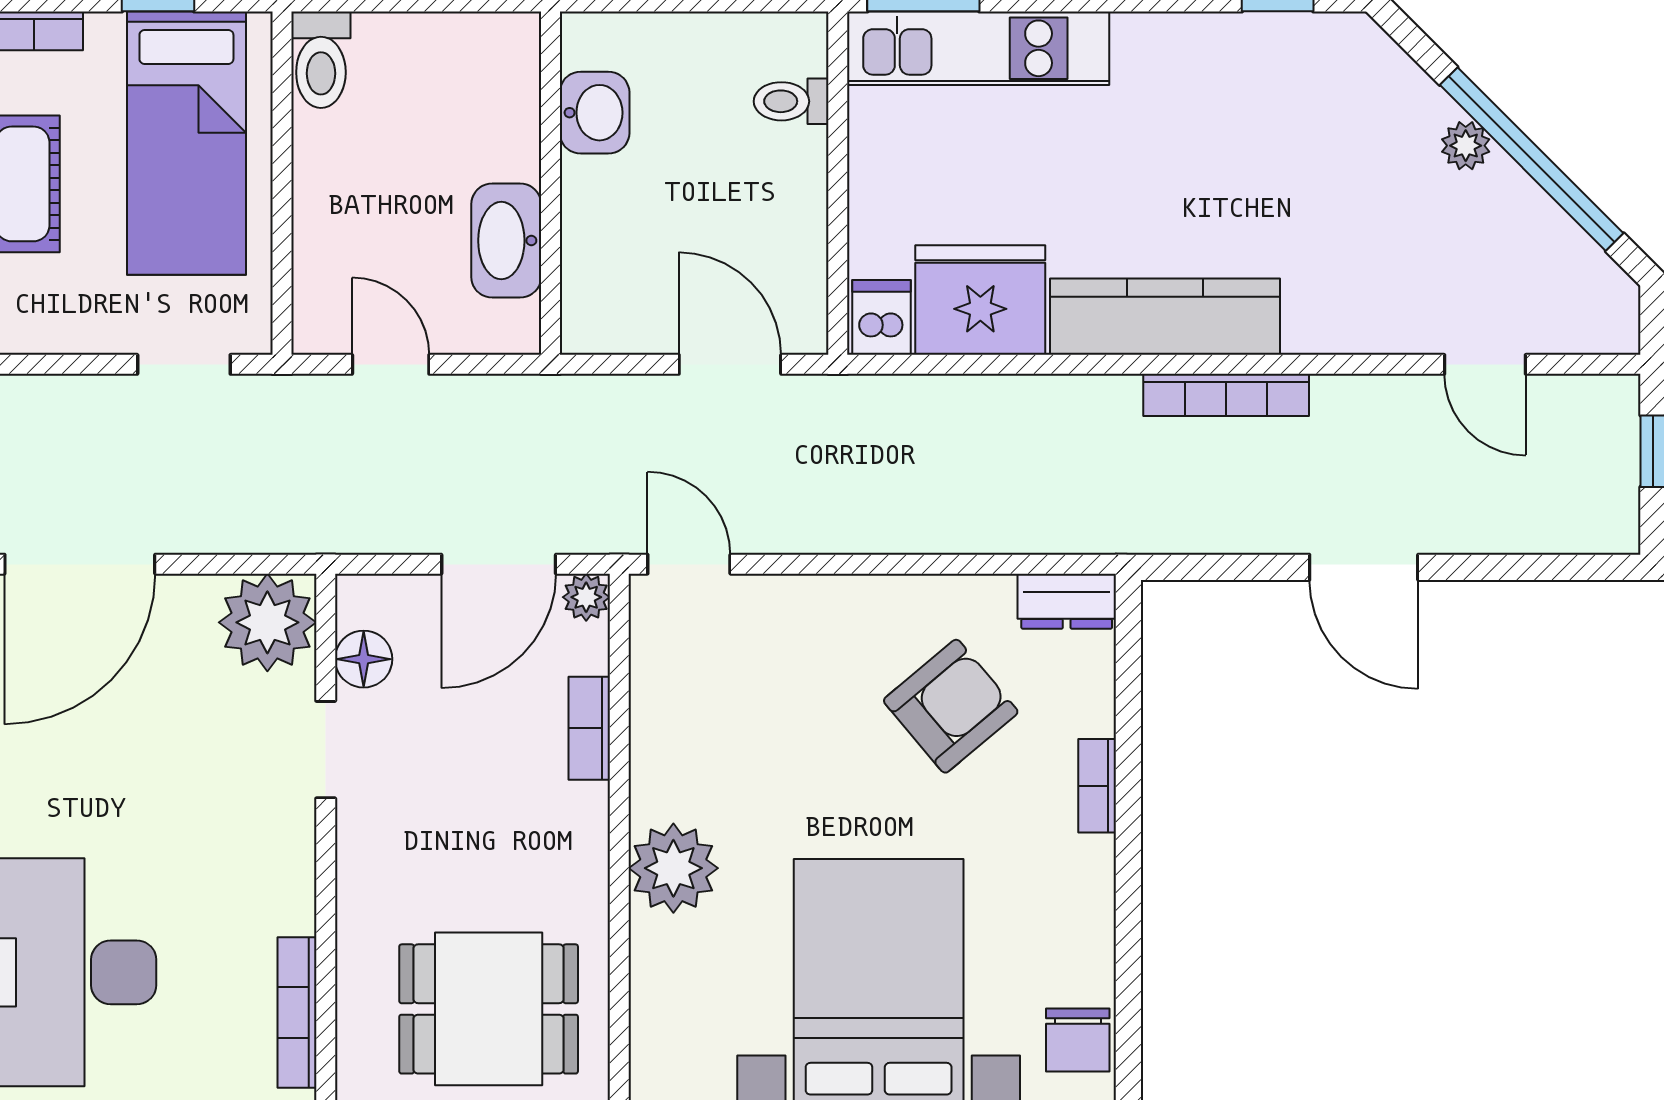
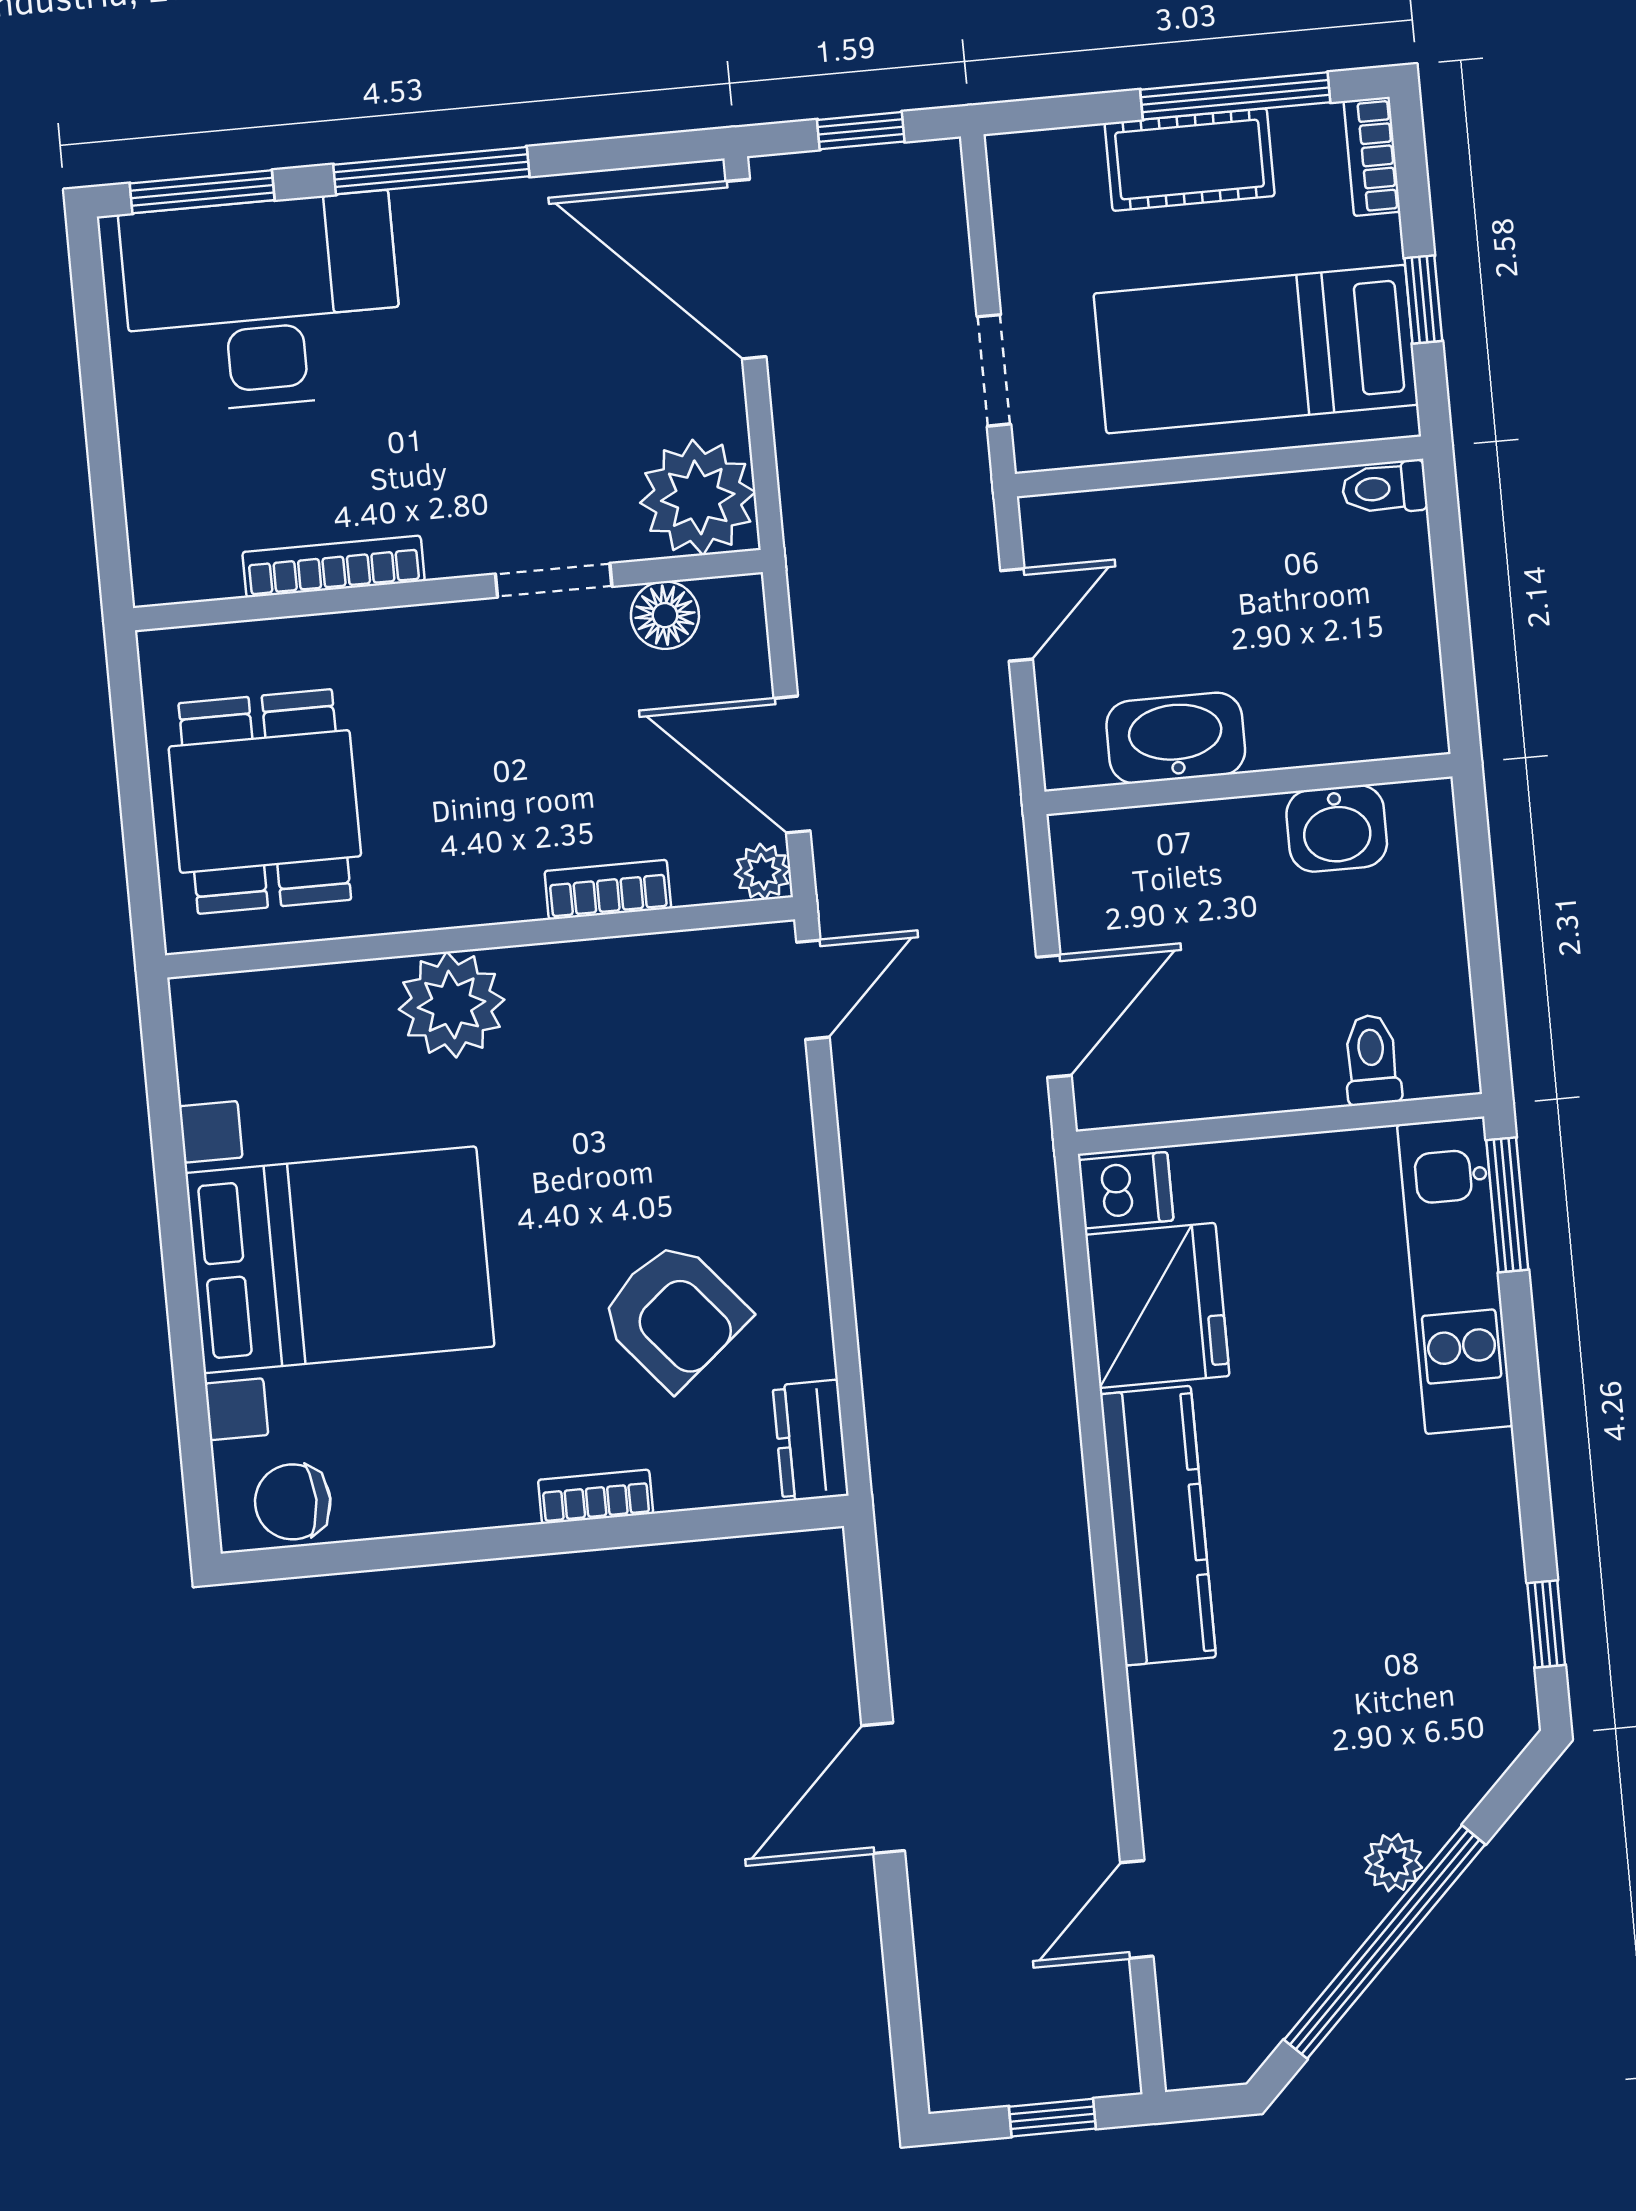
toilet: (321, 60) -> (1384, 488), width x0.73, depth x0.72
bookcase: (1226, 395) -> (1072, 1606), removed
bookcase: (297, 1012) -> (334, 566), moved

